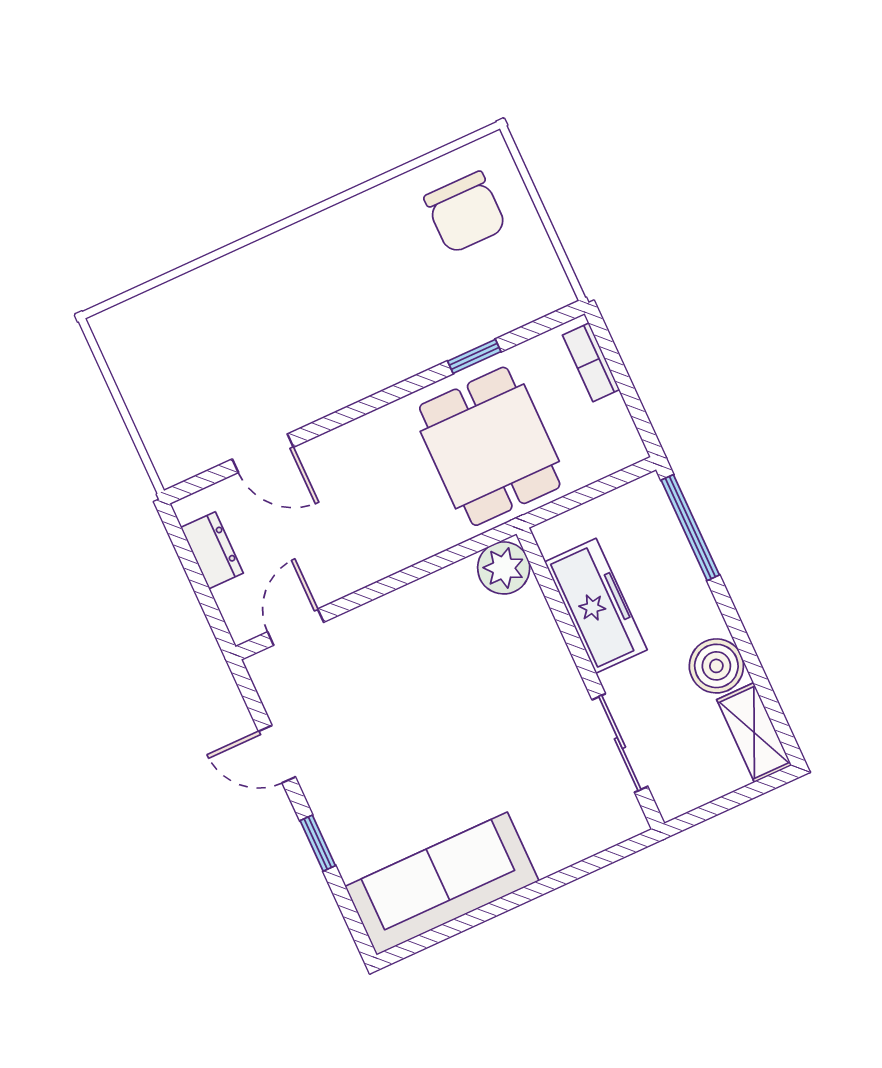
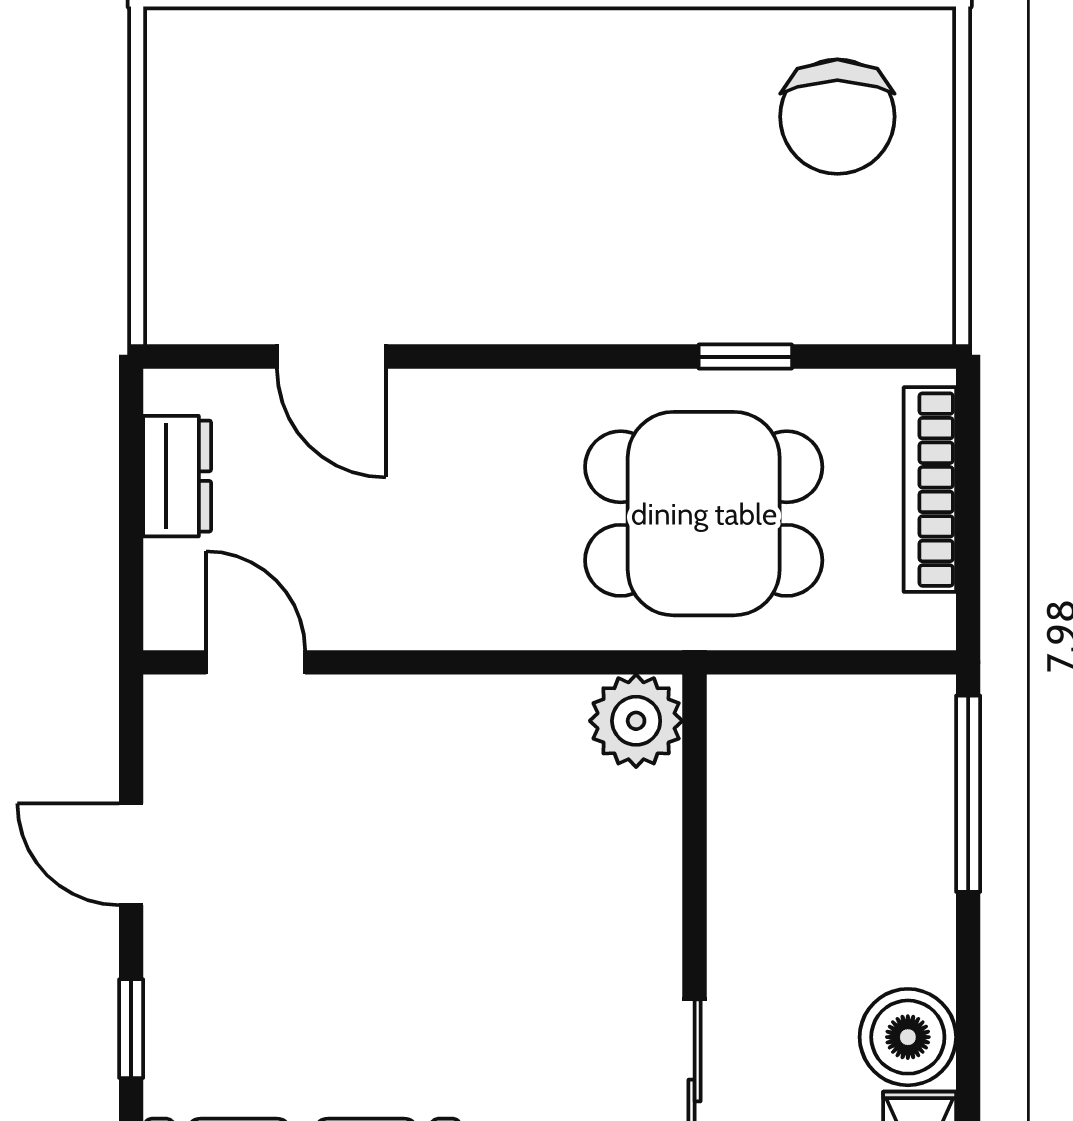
bookcase: (591, 362) -> (930, 490), width x1.56
dining table: (490, 446) -> (704, 514), turned 90
freezer: (596, 606) -> (757, 851), removed
door: (296, 627) -> (256, 662), hinge flipped

